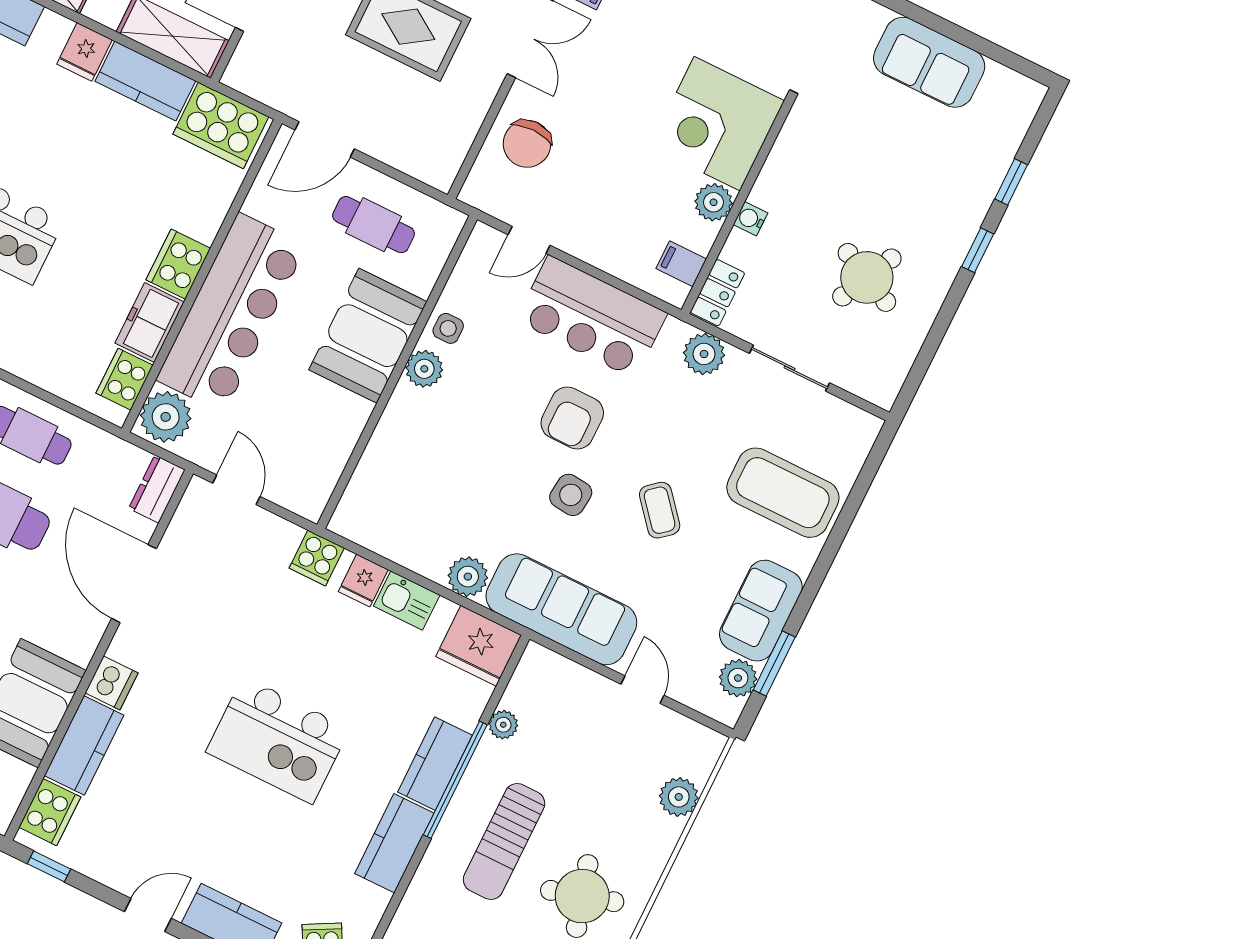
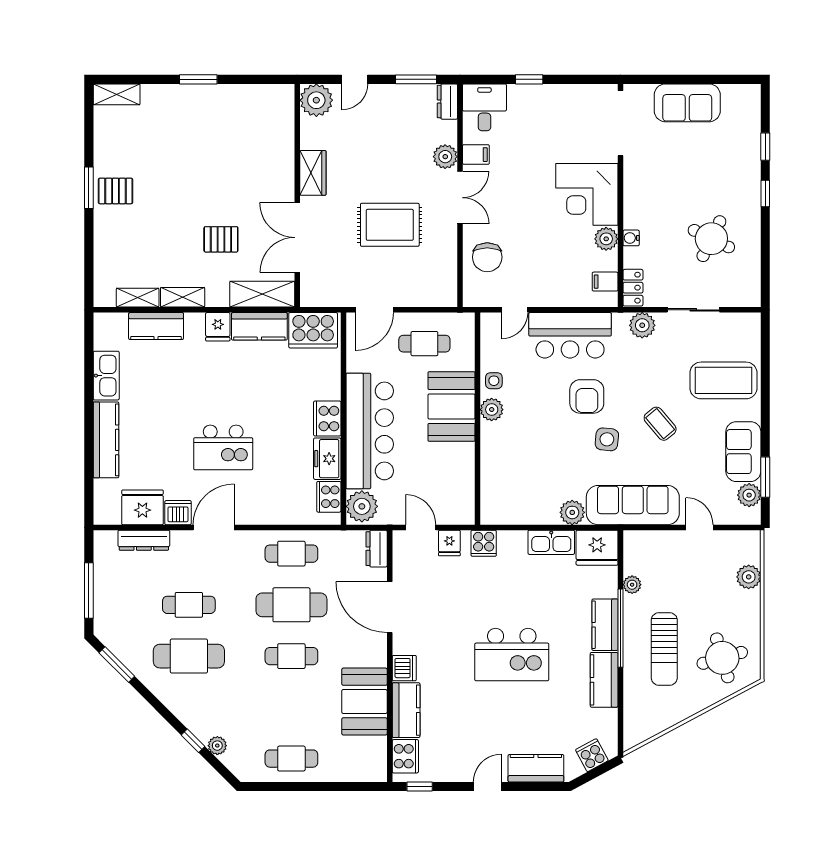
fridge: (363, 580) -> (449, 543), moved
kitchen sink: (407, 601) -> (551, 542), width x1.38

